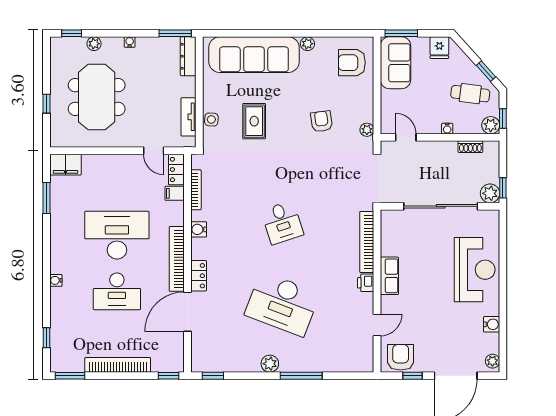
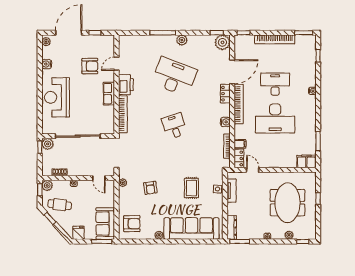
printer: (366, 283) -> (126, 85), width x1.87, depth x1.48
armchair: (401, 357) -> (90, 66), moved, turned -90
plant: (203, 360) -> (222, 42), added

